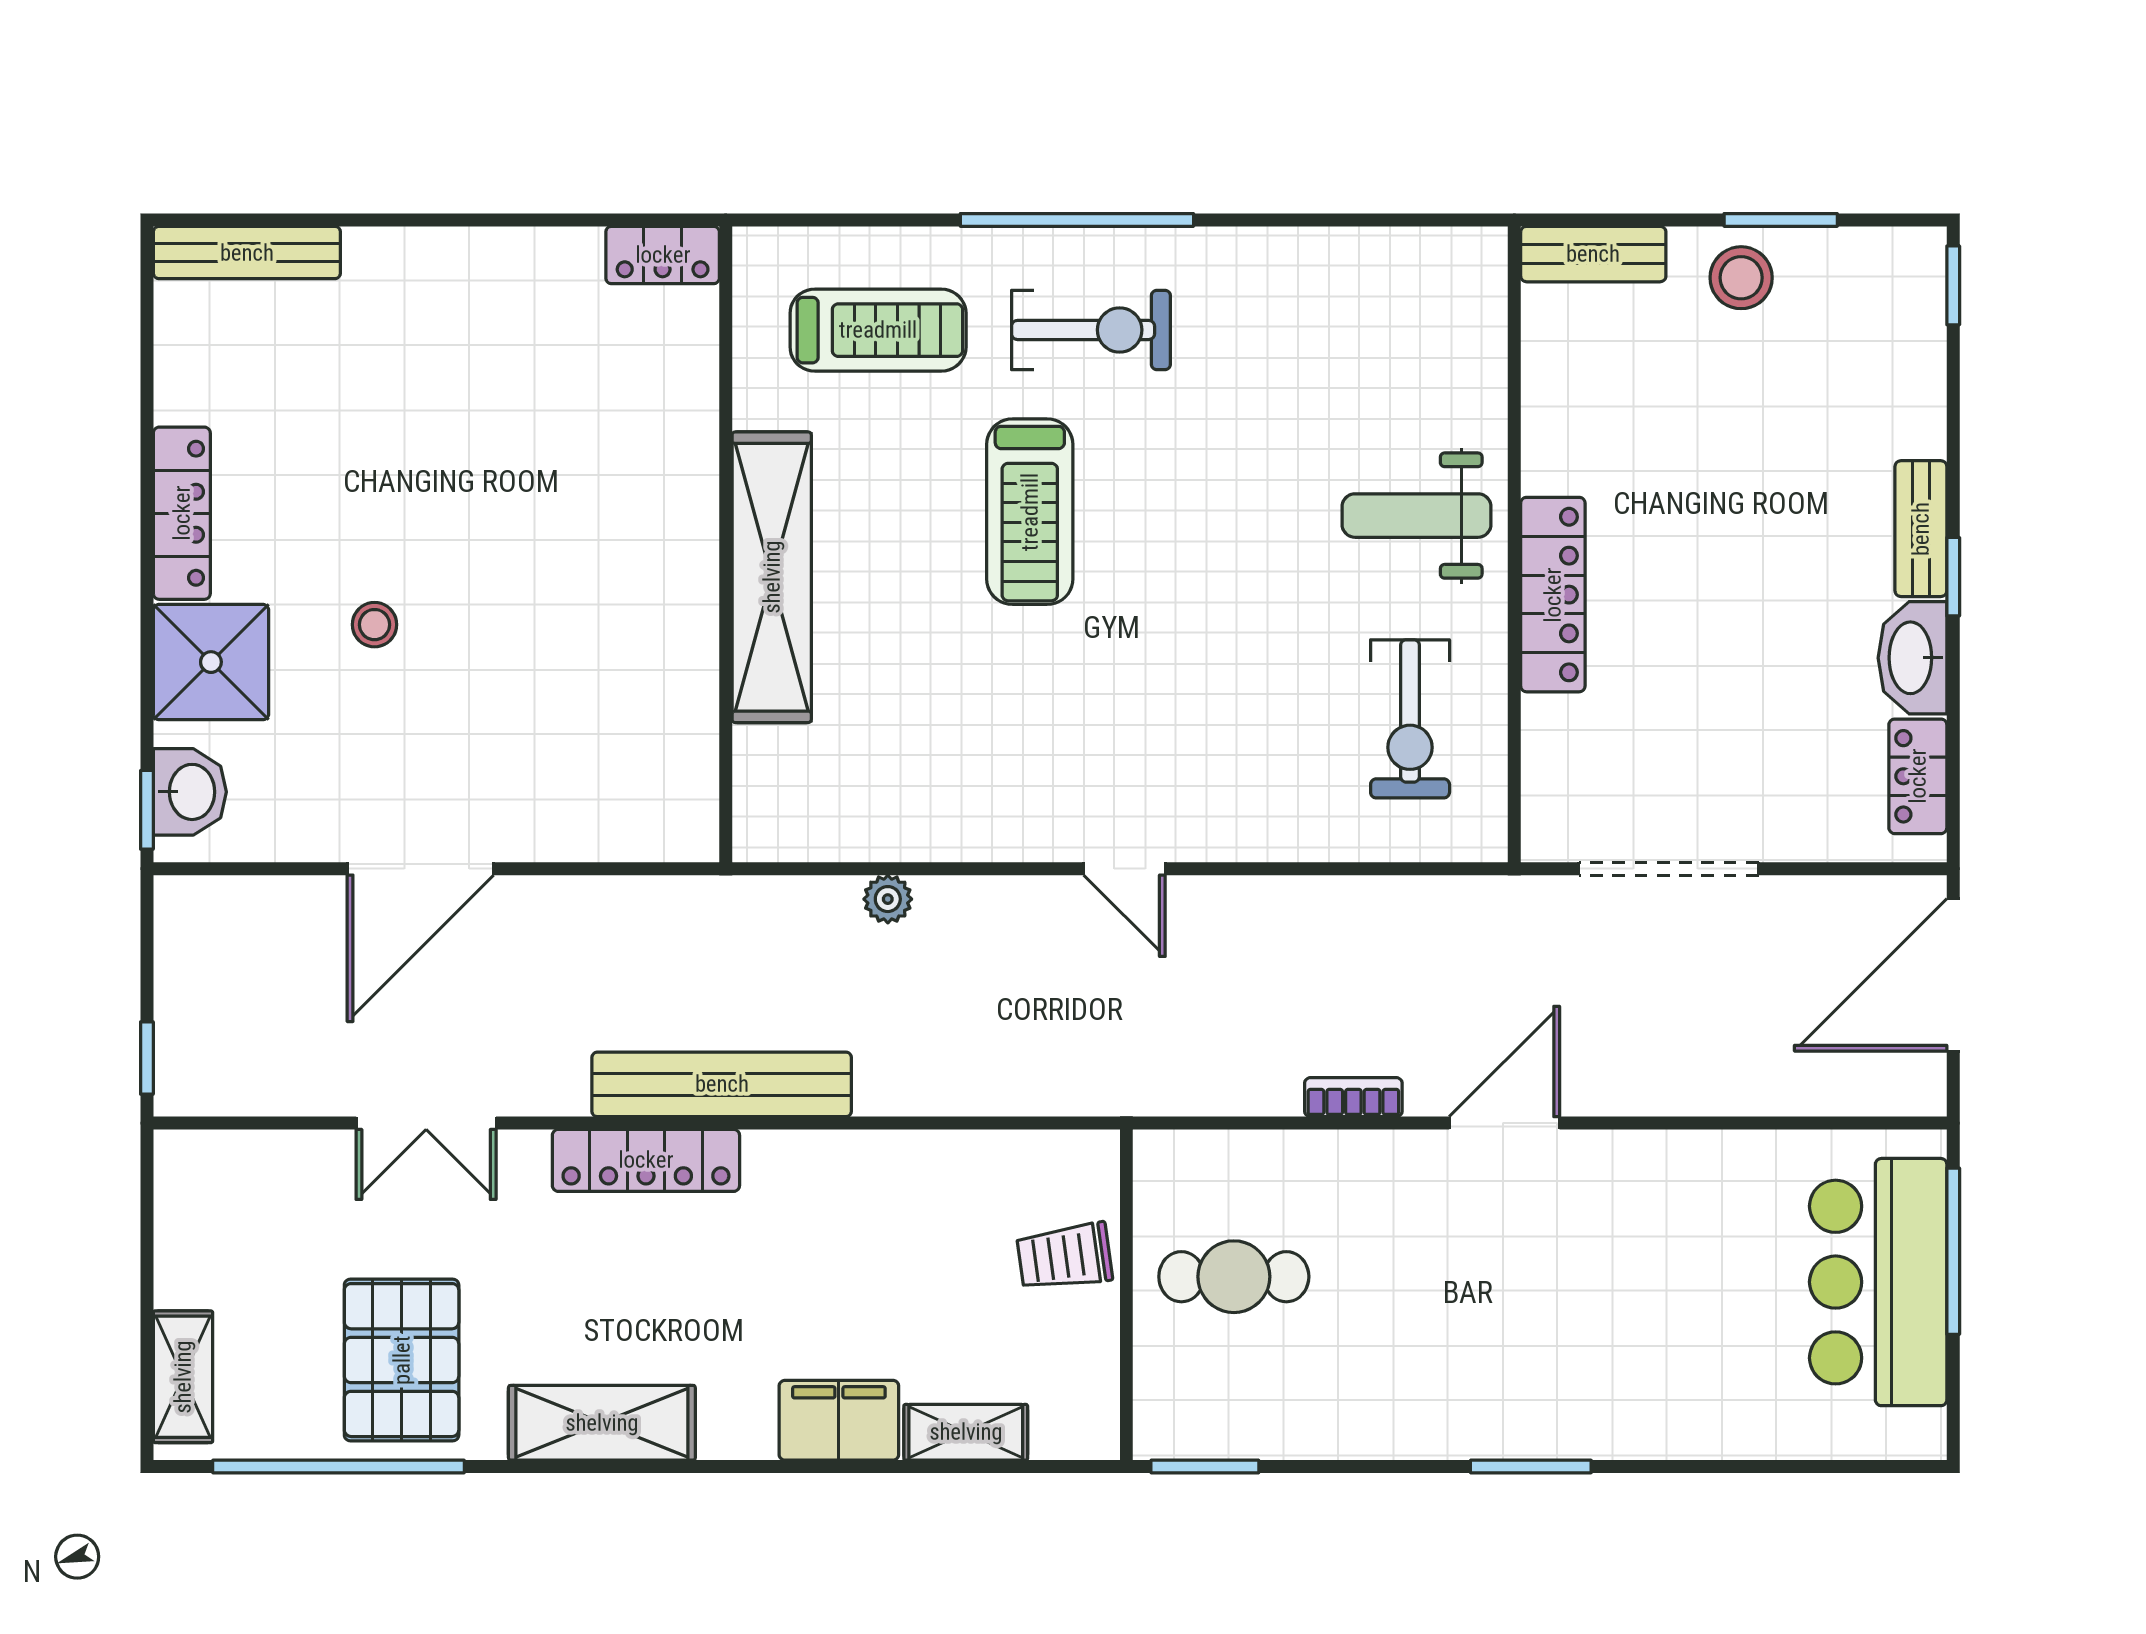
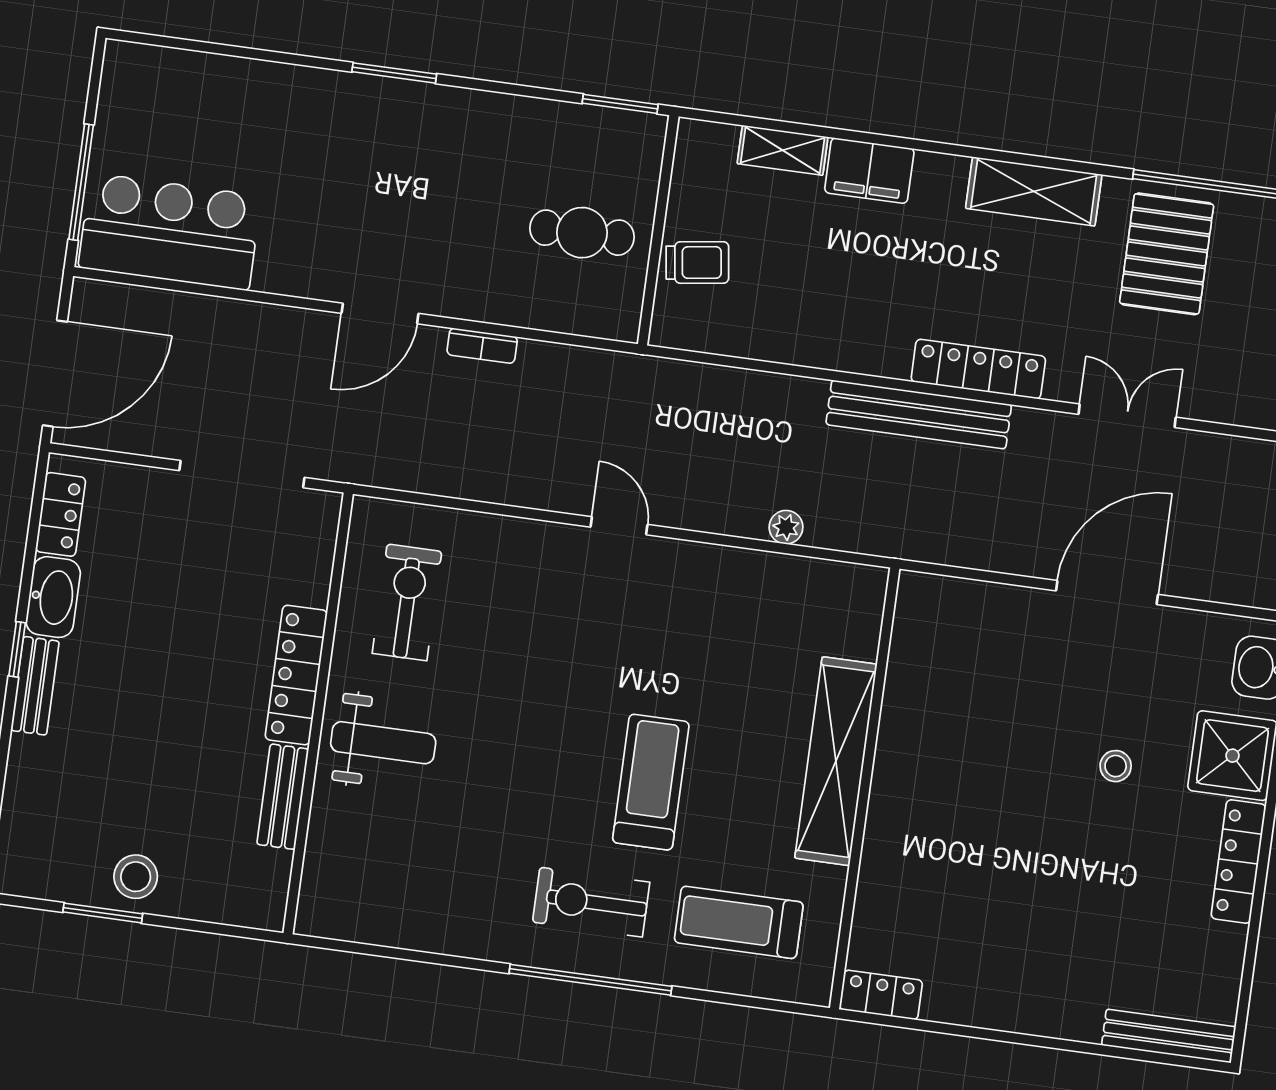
bench: (1593, 254) -> (283, 797), moved, turned 90
bar counter: (1878, 1282) -> (170, 232), moved, turned -90

